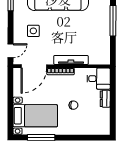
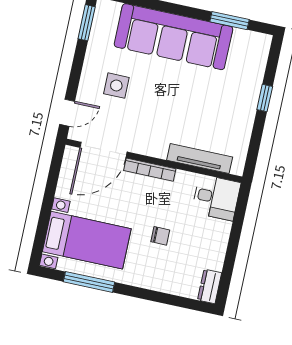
window: (113, 21) -> (265, 98), width x0.46
tv unit: (71, 60) -> (200, 159), moved
dresser: (105, 99) -> (210, 286), moved

